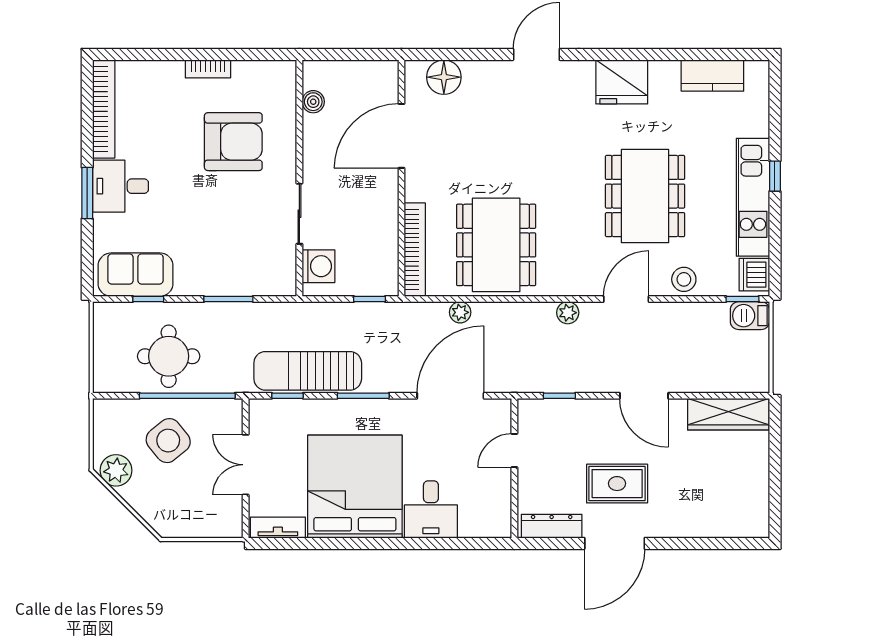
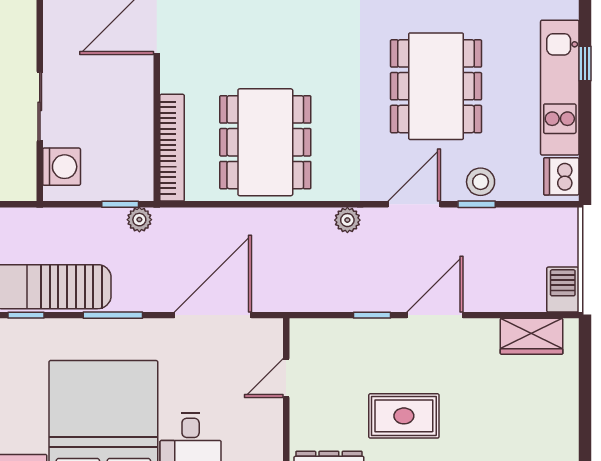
window: (742, 299) -> (477, 204), moved
plant: (460, 312) -> (139, 220), moved
barbecue: (750, 316) -> (563, 290), moved, turned 90
window: (559, 396) -> (372, 315), moved
door: (644, 396) -> (435, 315), swing flipped
wardrobe: (728, 414) -> (532, 336), width x0.67

